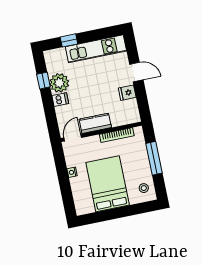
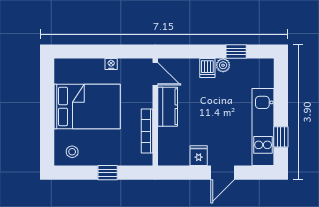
window: (69, 40) -> (281, 137), moved
plant: (59, 83) -> (223, 65), width x0.53, depth x0.53
window: (154, 158) -> (108, 173), width x0.46

